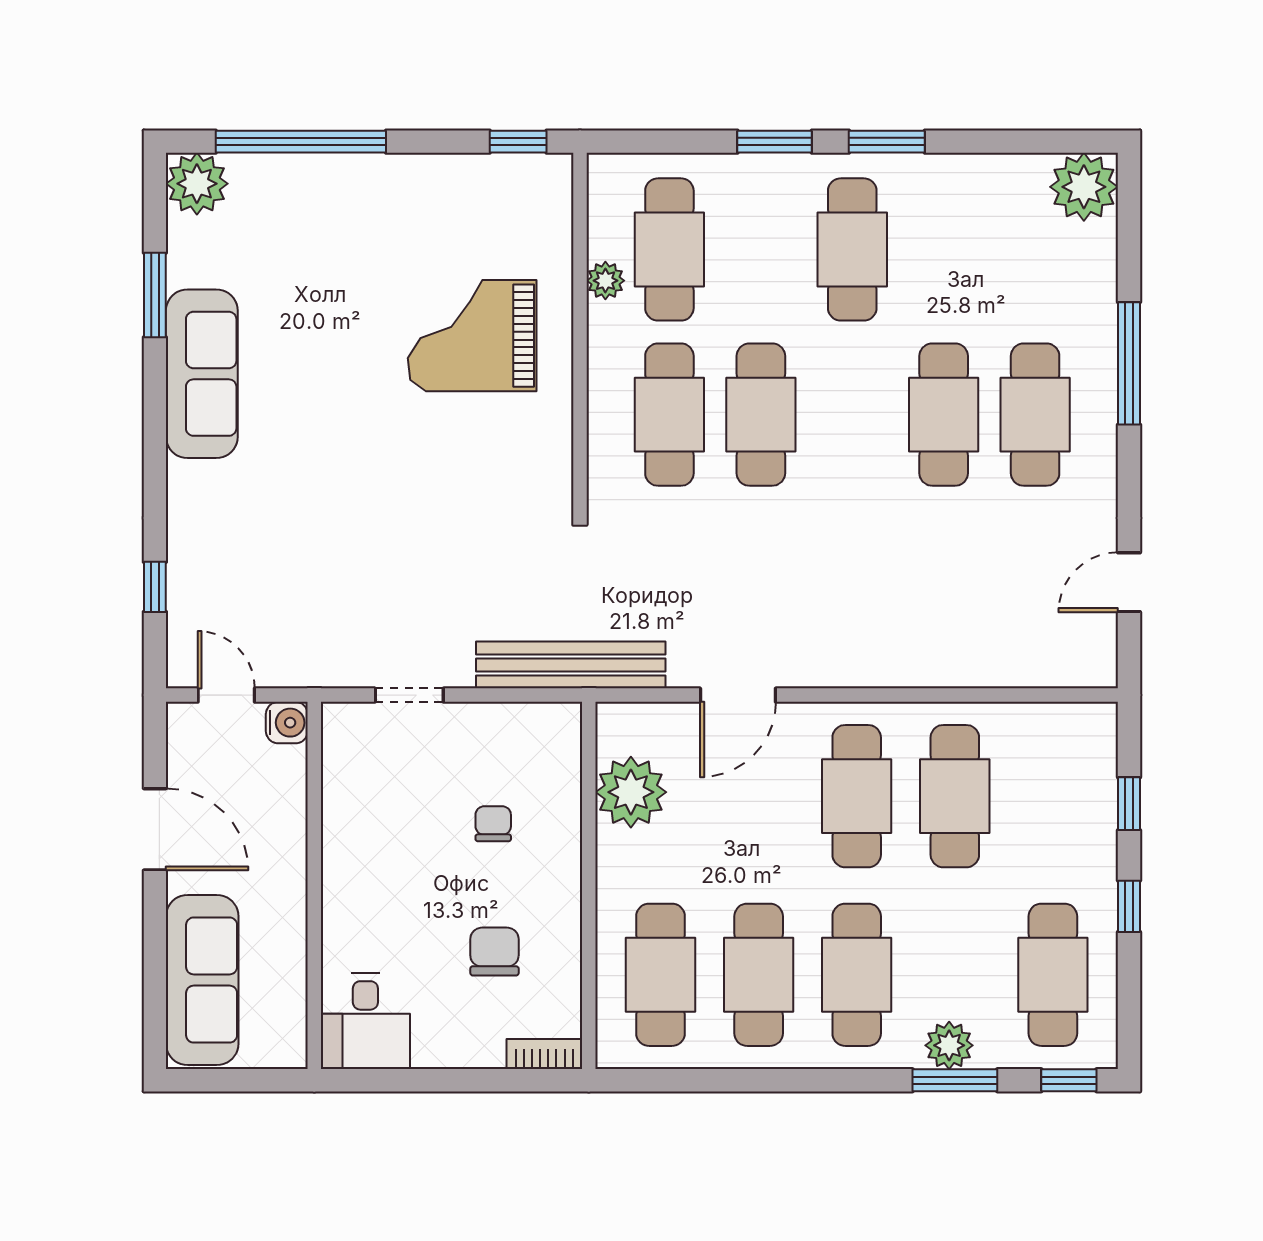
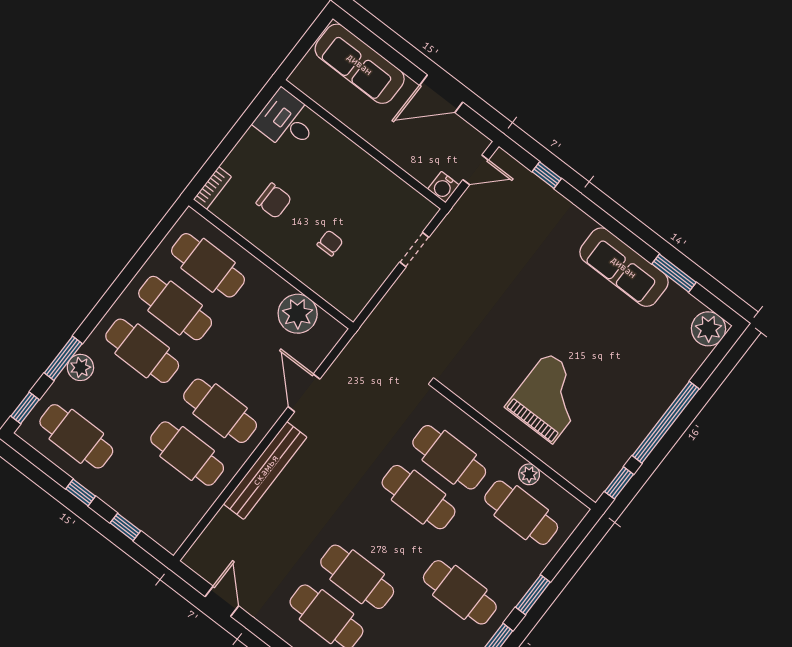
window: (301, 142) -> (666, 422), moved
bench: (571, 665) -> (265, 470), moved
chair: (493, 824) -> (330, 243), turned -90

